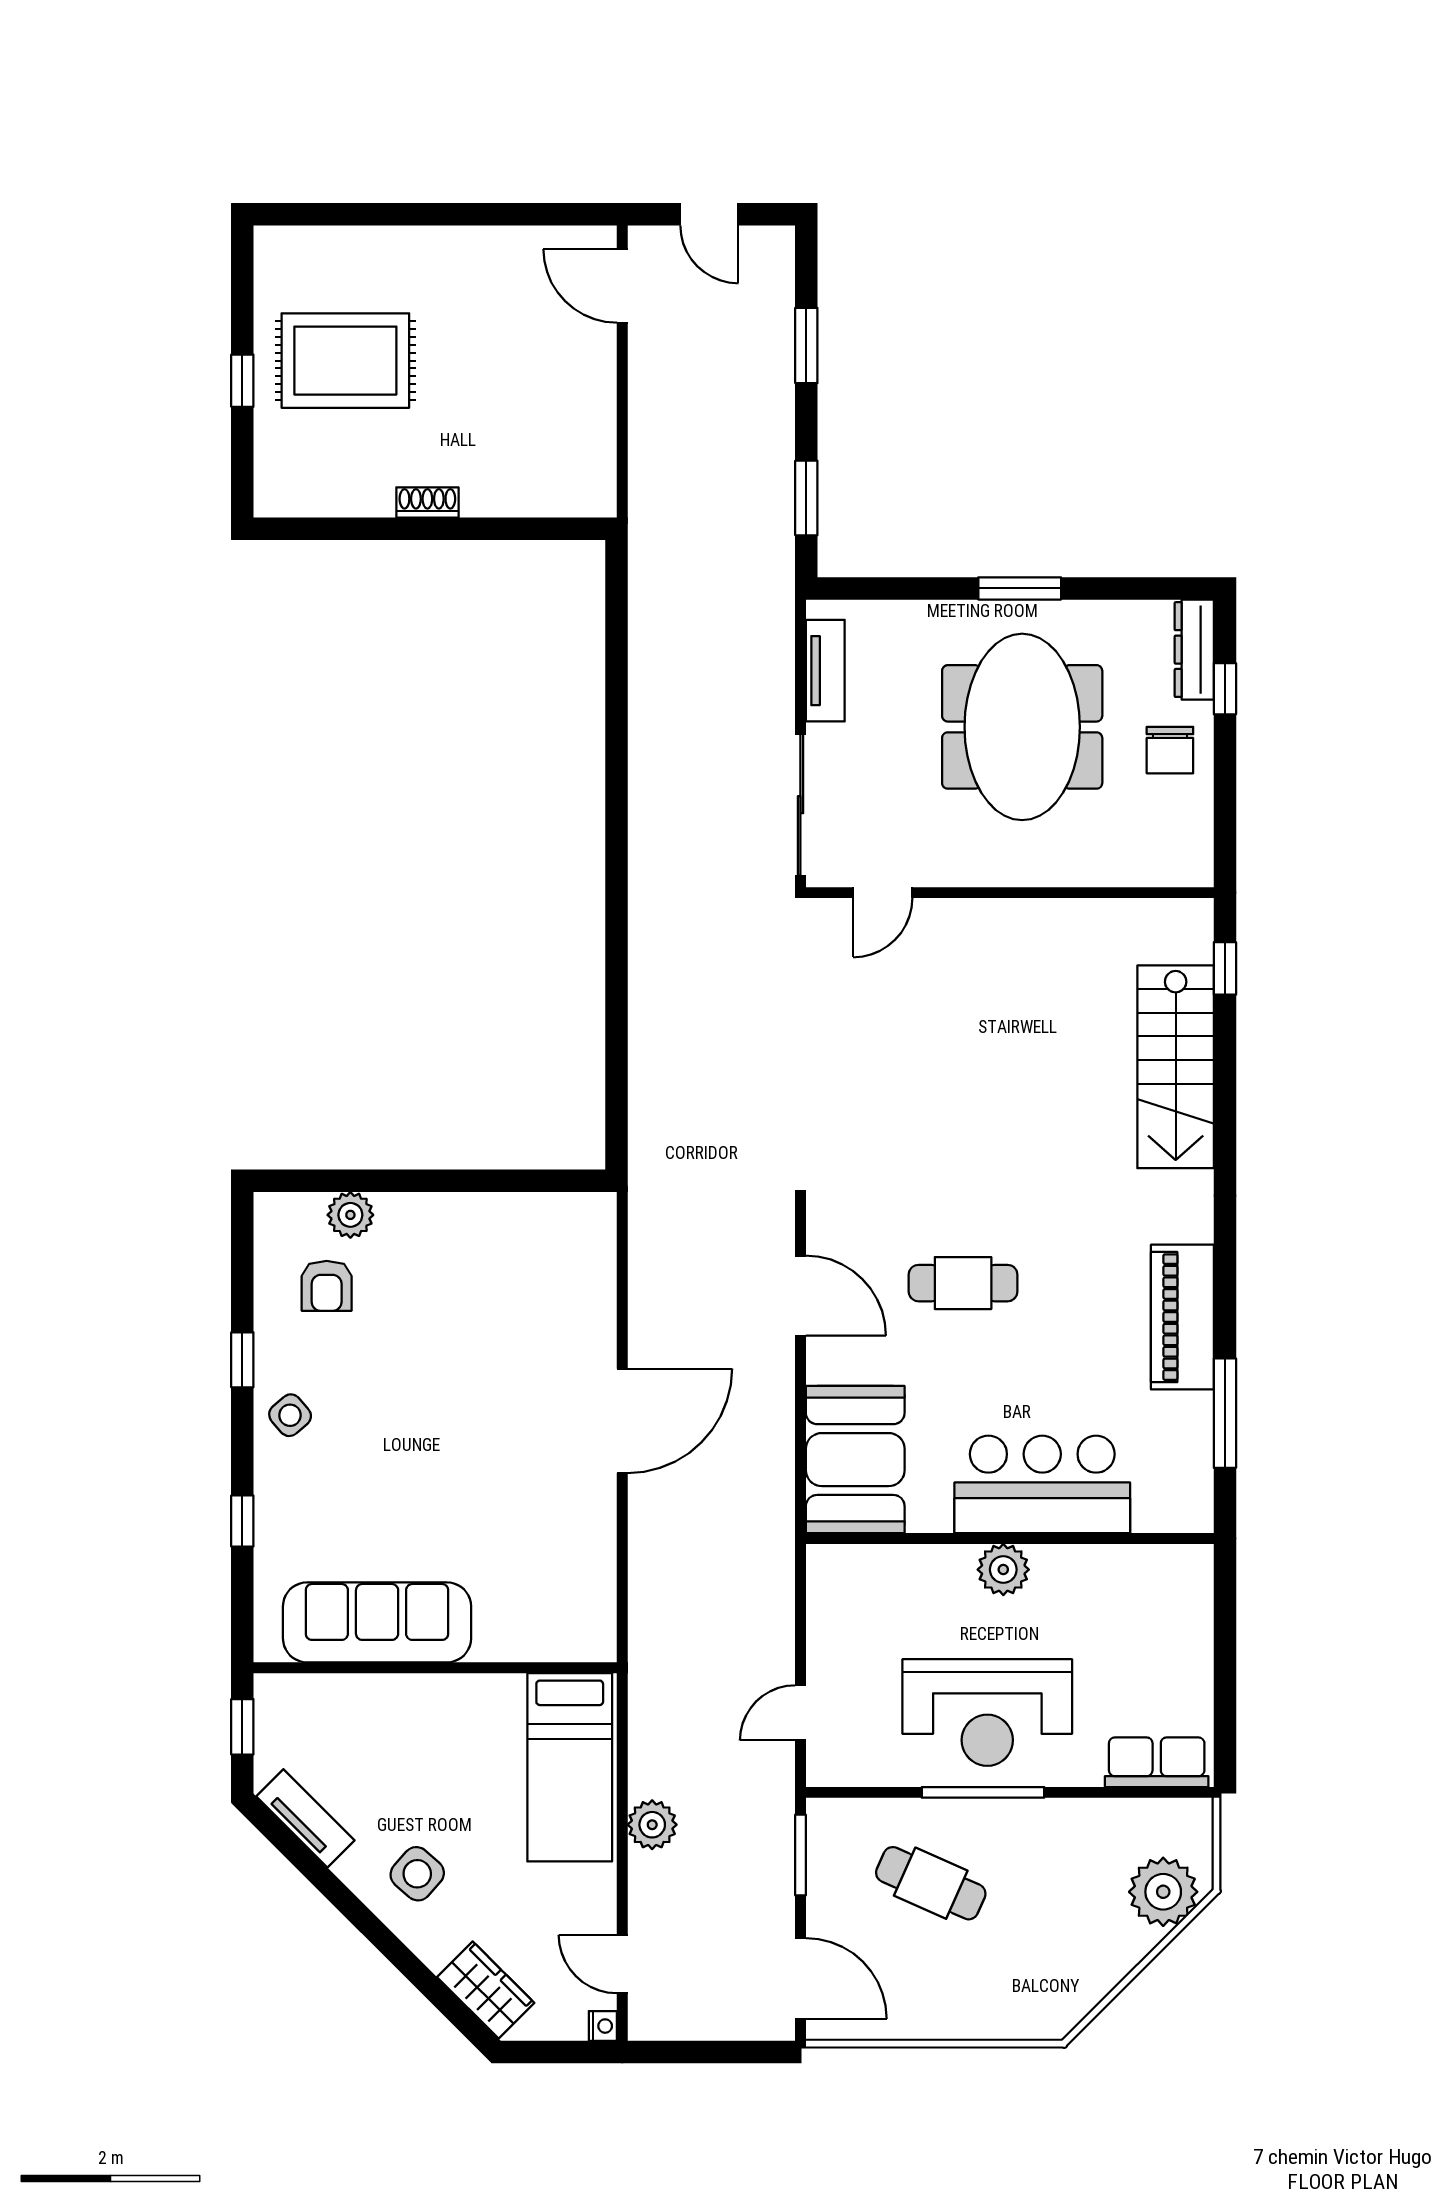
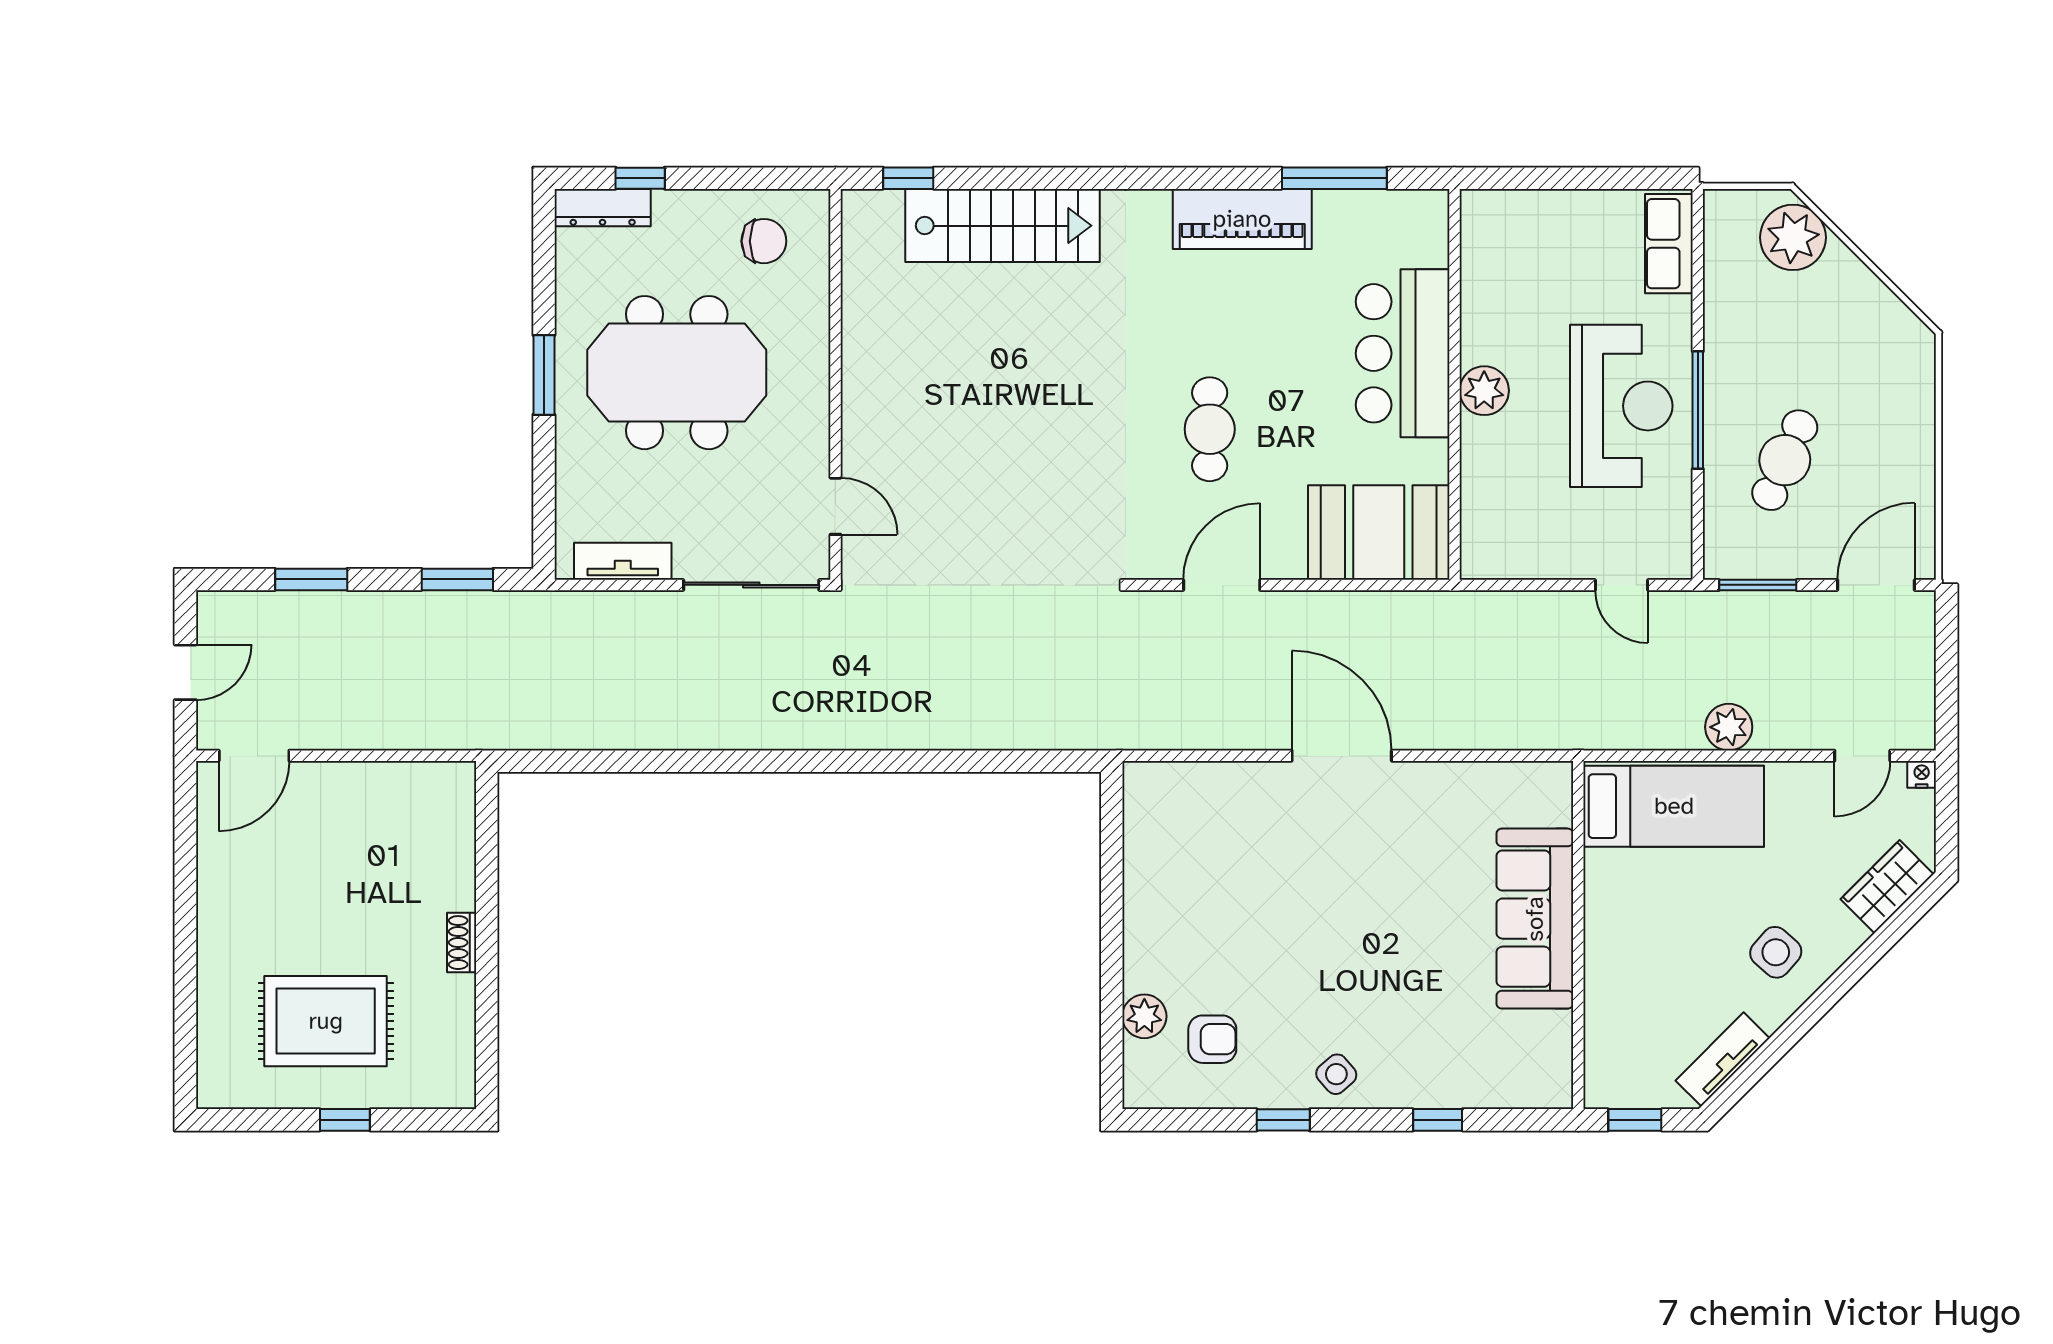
rug: (345, 361) -> (326, 1021), turned 90
chair: (1170, 750) -> (764, 241), moved
sofa: (377, 1622) -> (1535, 919), moved

